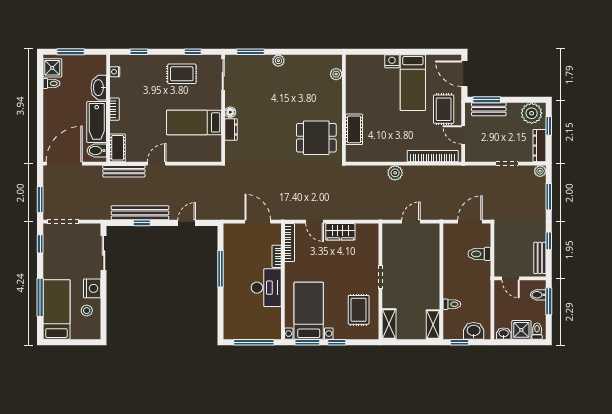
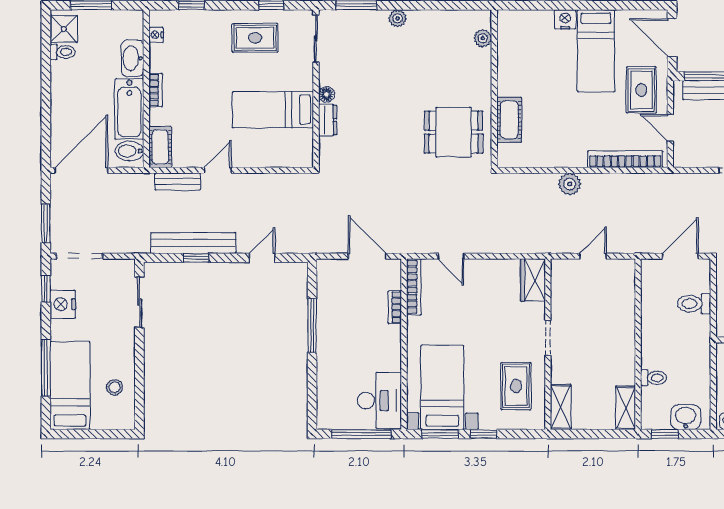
bench: (124, 171) -> (178, 182), width x0.73
wardrobe: (340, 232) -> (533, 280), moved, turned 90
nightstand: (92, 288) -> (63, 304), moved, turned 180
desk: (266, 288) -> (379, 401), moved

